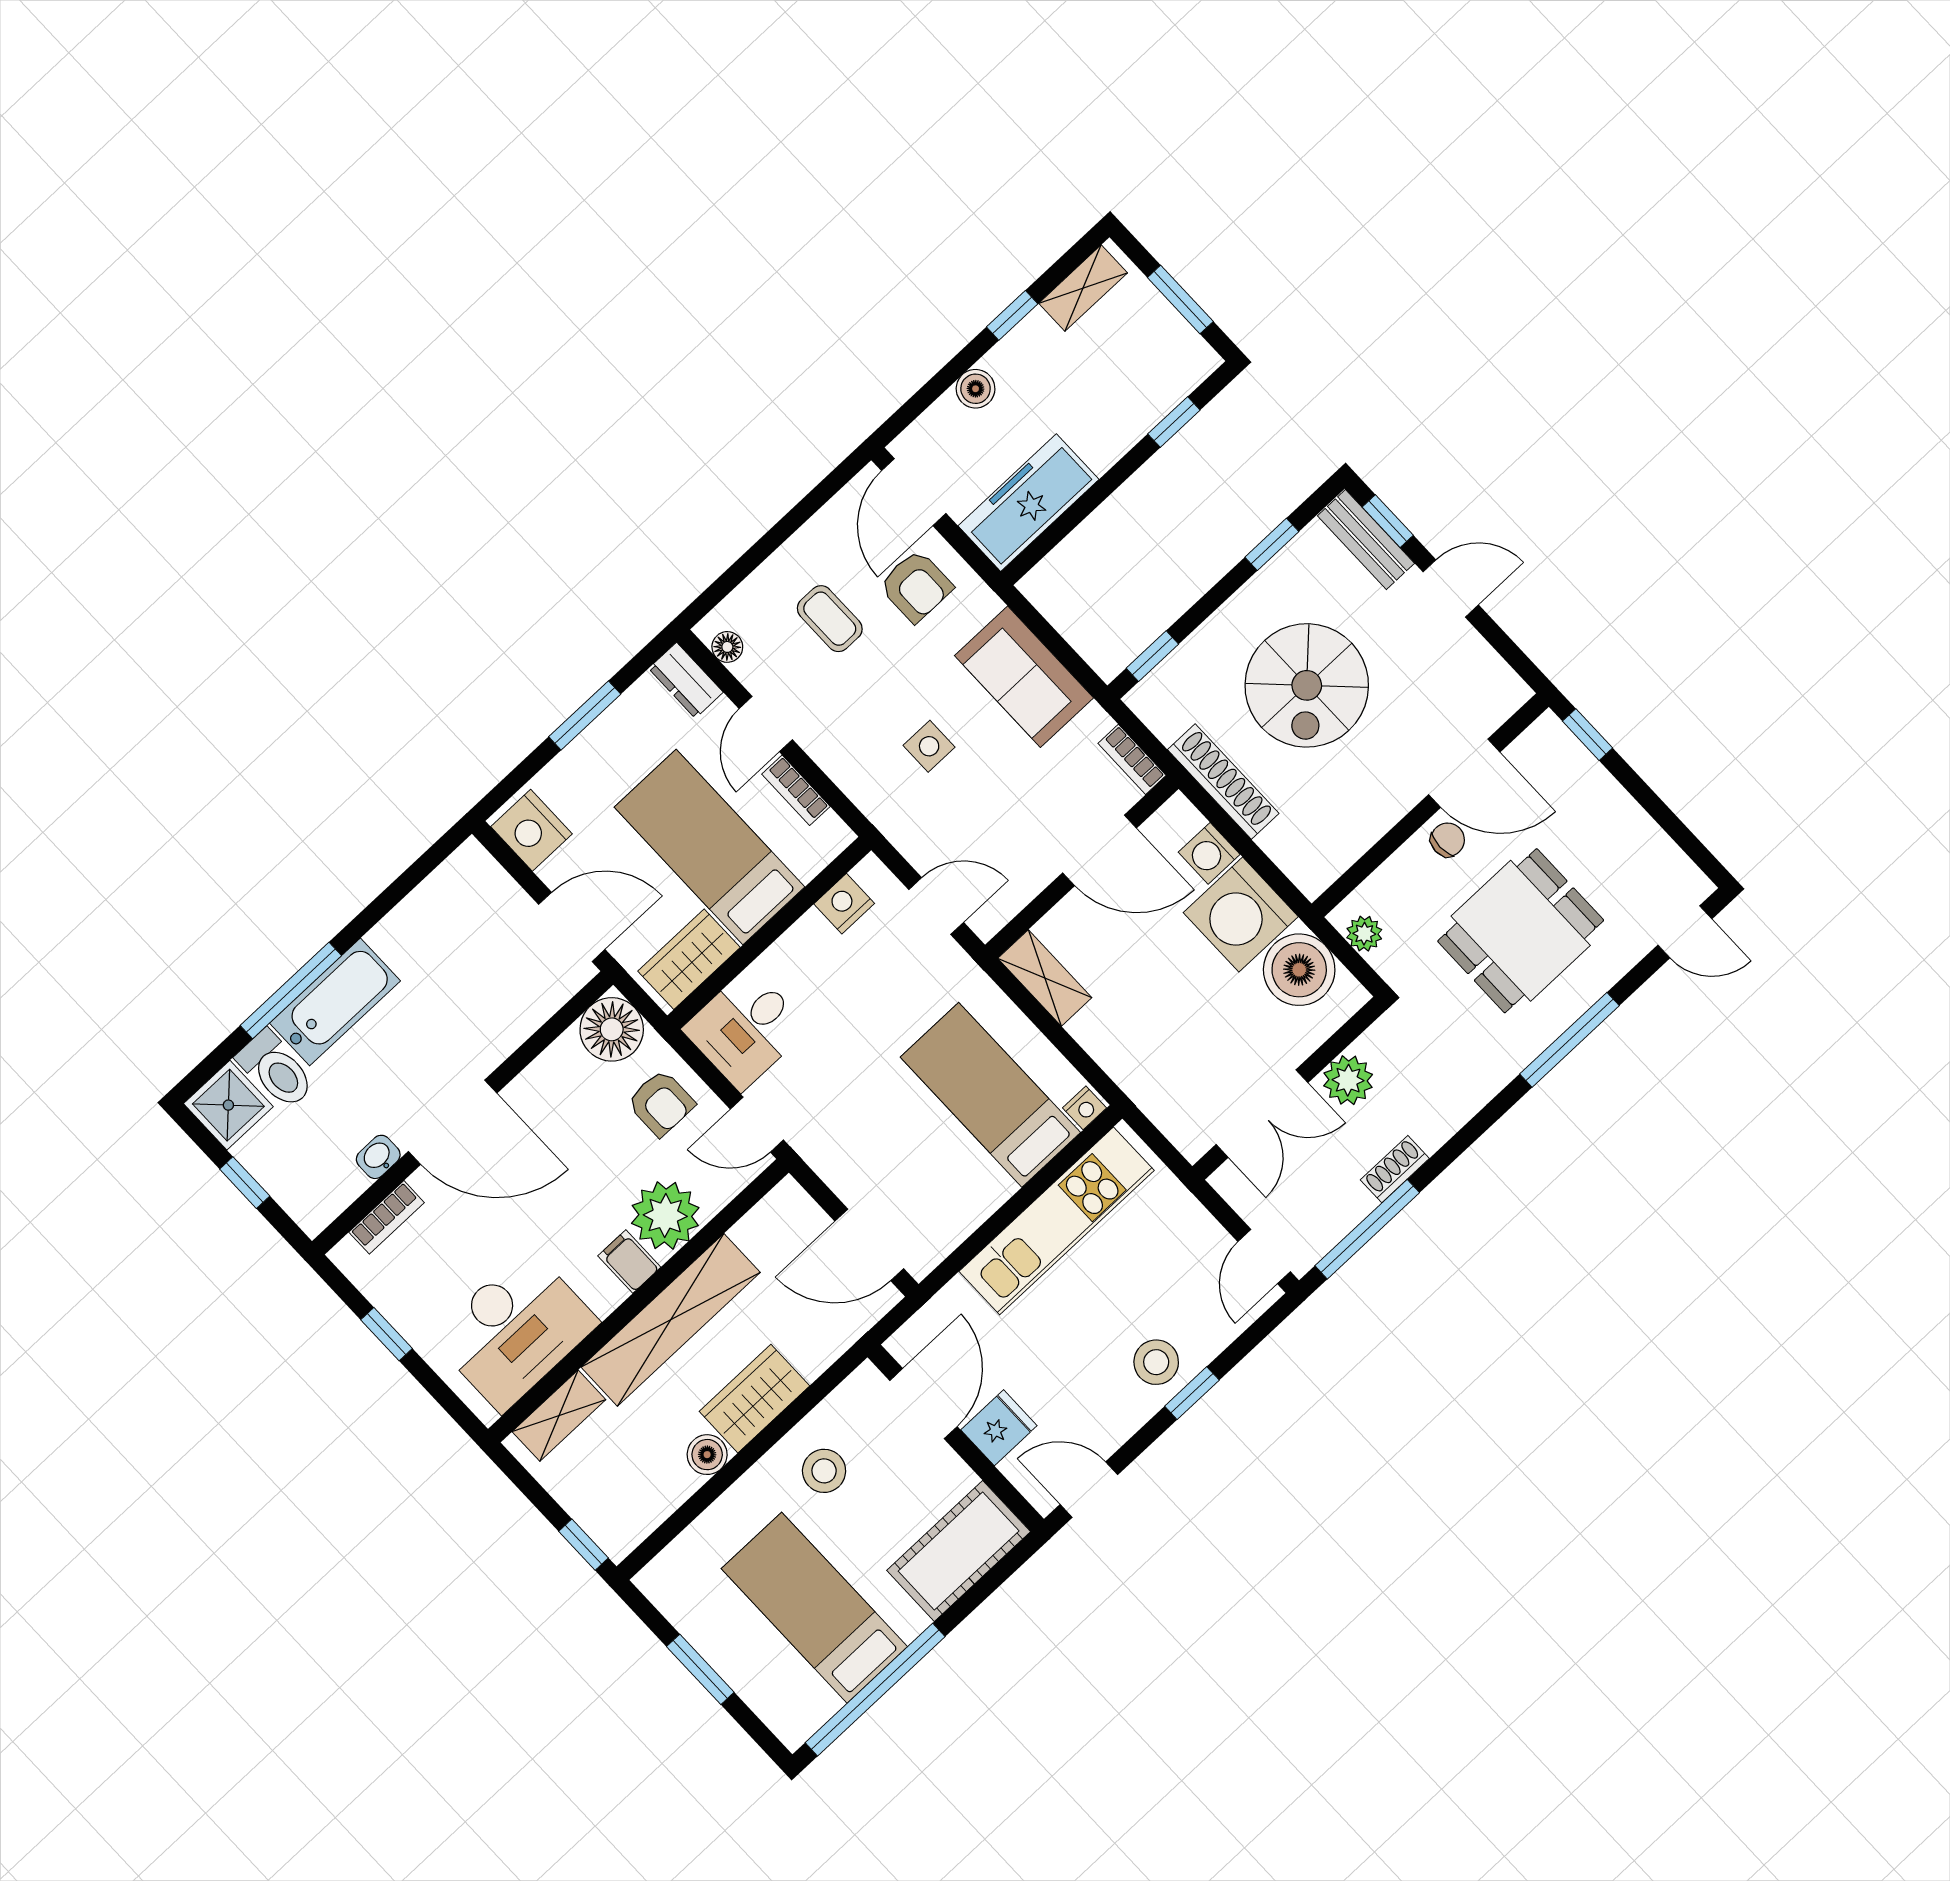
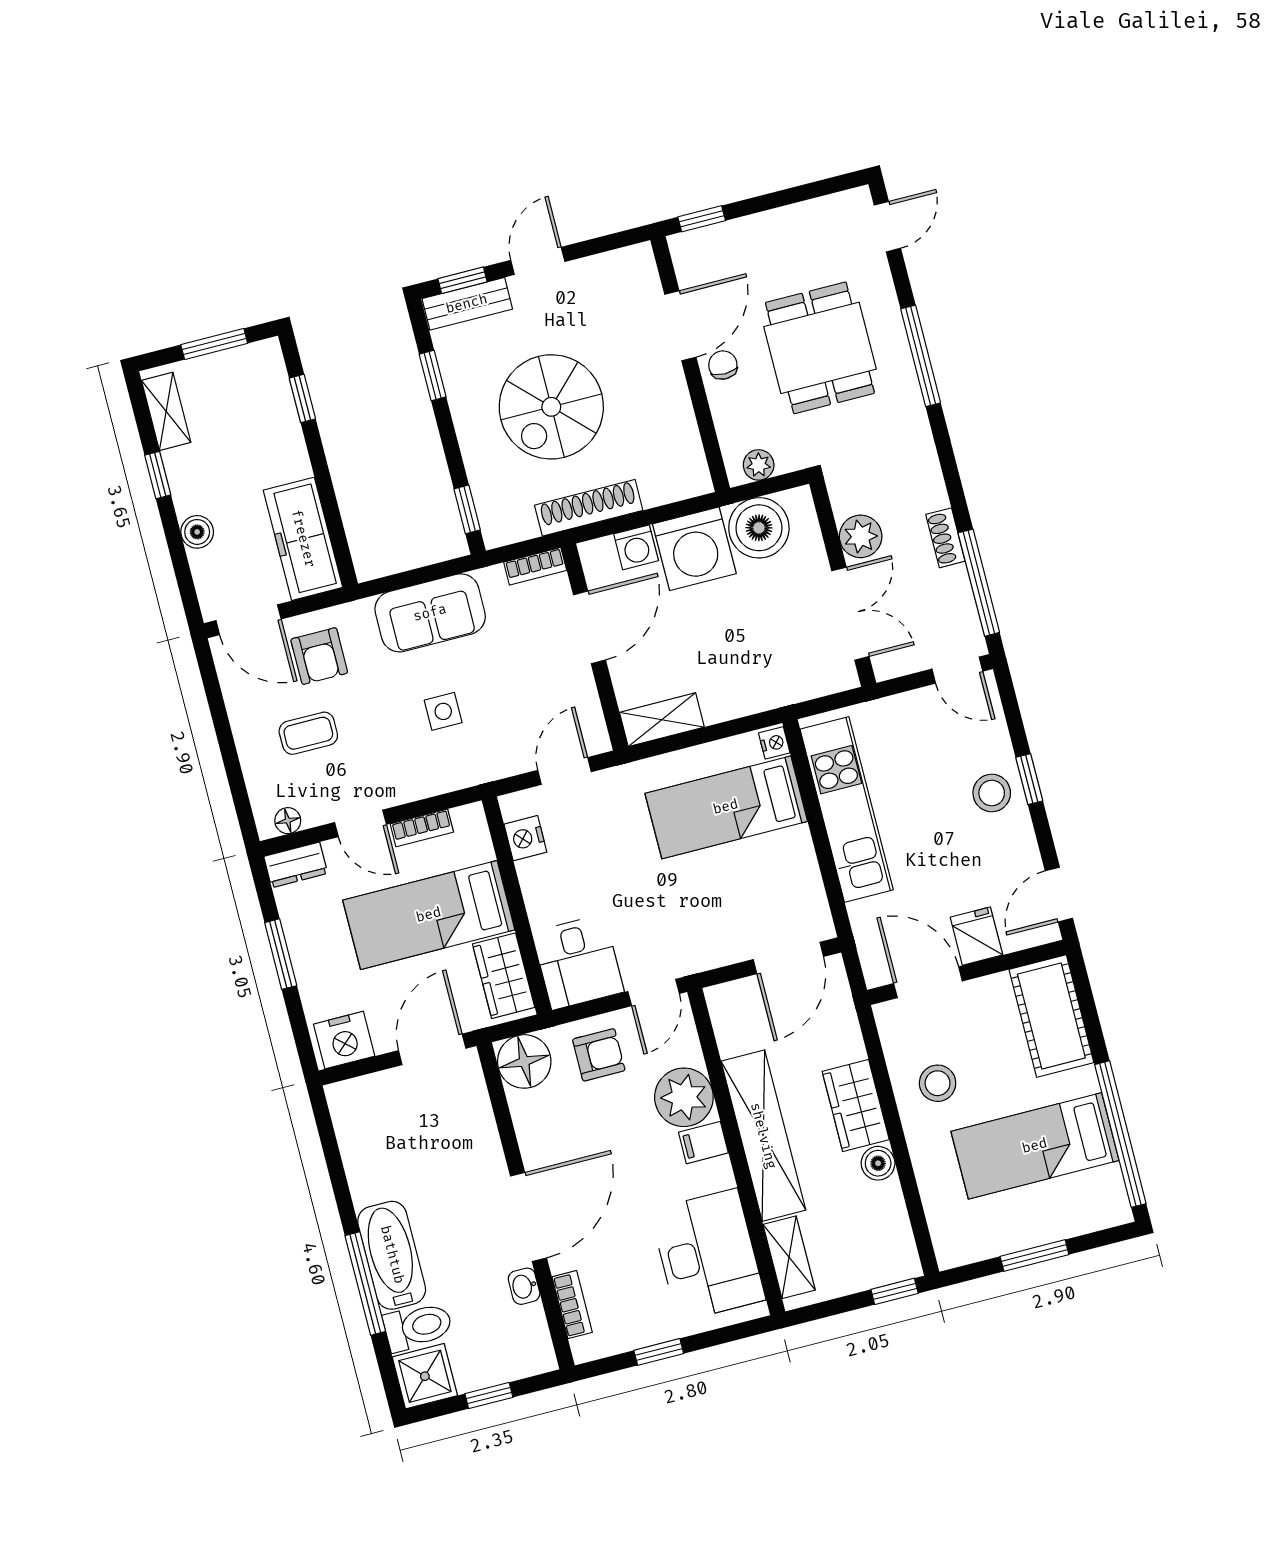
armchair: (916, 586) -> (319, 656), turned 90
spiral stairs: (1307, 685) -> (551, 407), turned 90

